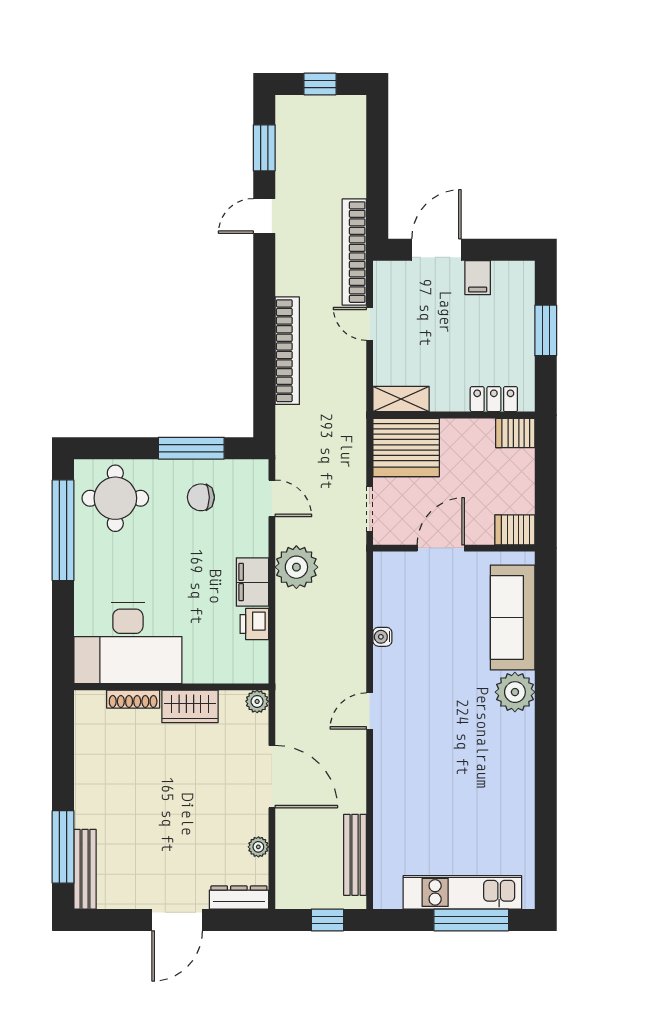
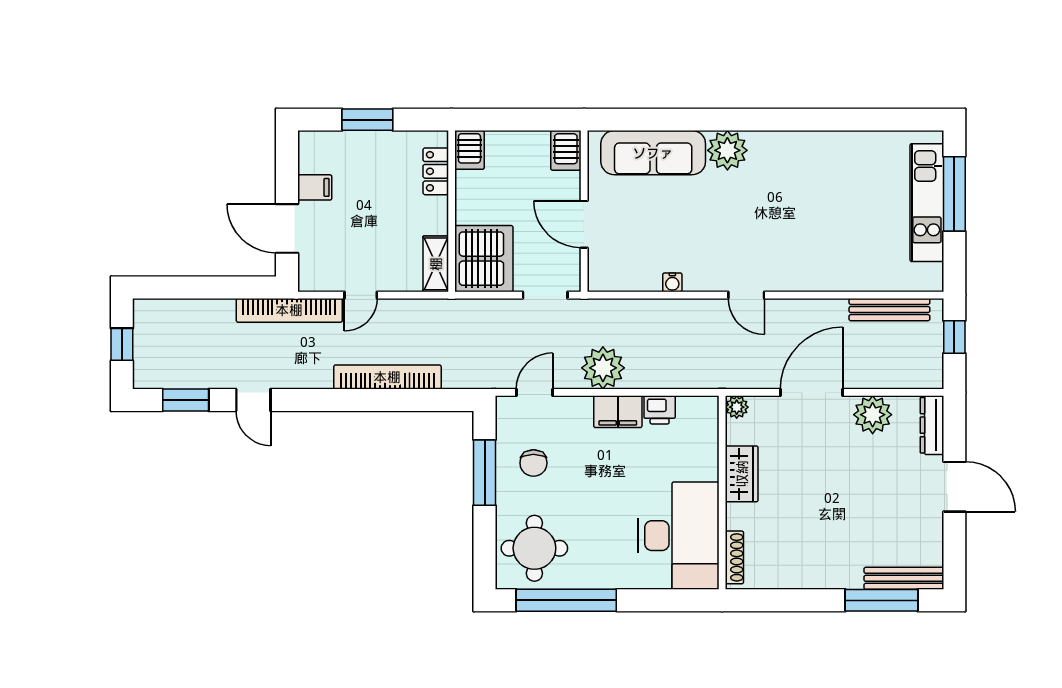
shoe rack: (133, 699) -> (734, 557), moved
plant: (258, 847) -> (873, 415), width x1.87, depth x1.87

